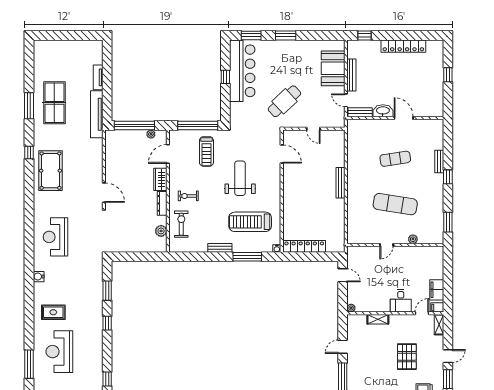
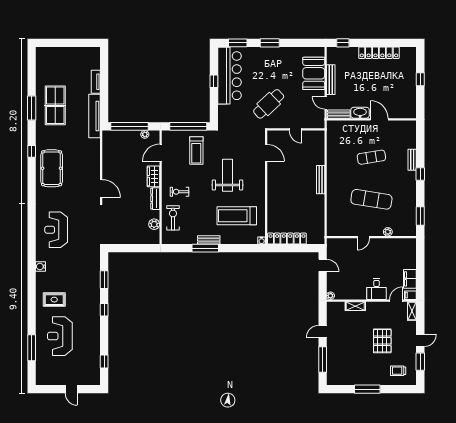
window: (247, 257) -> (205, 248), moved

